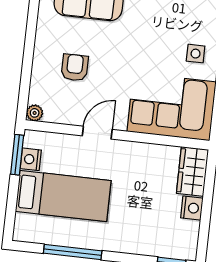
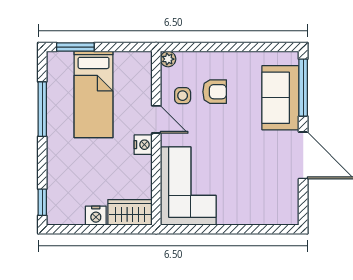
side table: (196, 54) -> (183, 96), moved
window: (17, 155) -> (75, 47), moved
nightstand: (31, 159) -> (143, 145), moved, turned 90

